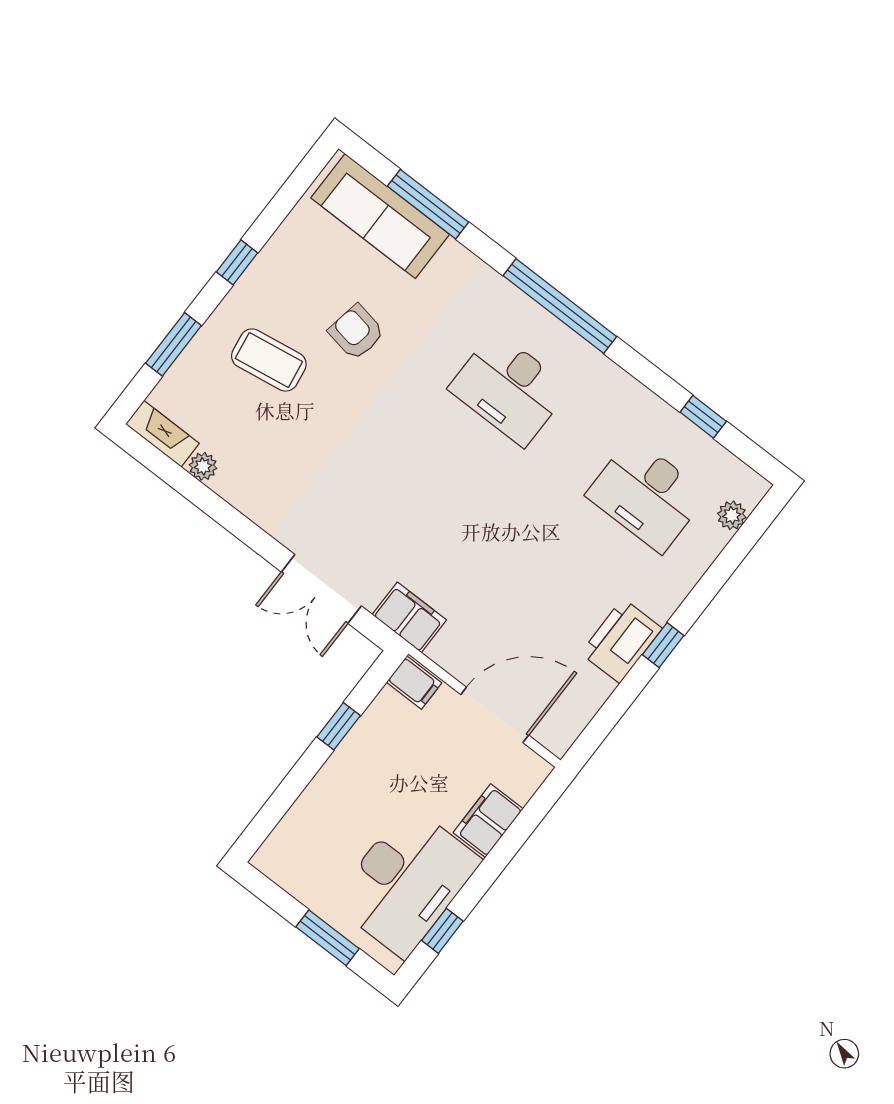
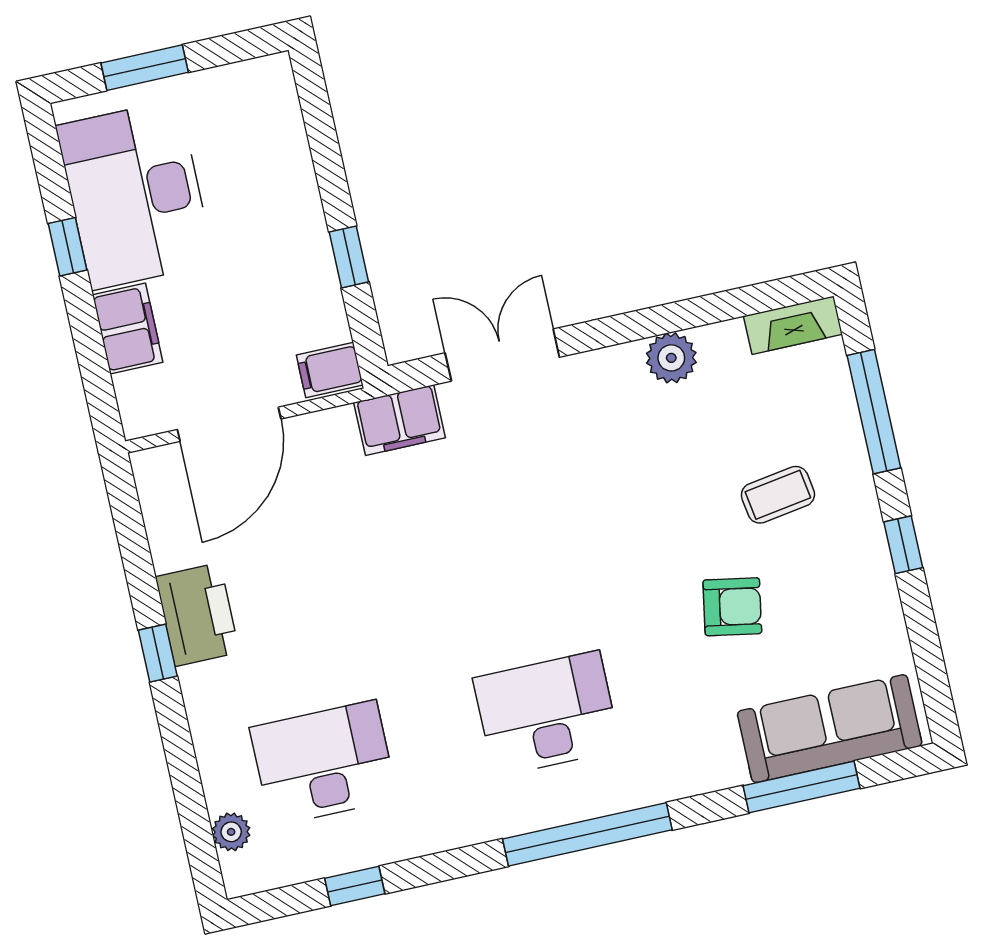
window: (174, 344) -> (874, 412), width x1.44
coffee table: (269, 360) -> (778, 495), width x0.73, depth x0.77
plant: (203, 466) -> (671, 358), moved, width x1.38, depth x1.38
window: (442, 931) -> (68, 247), moved

